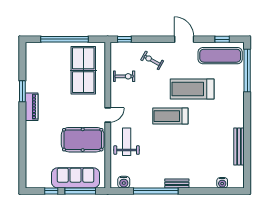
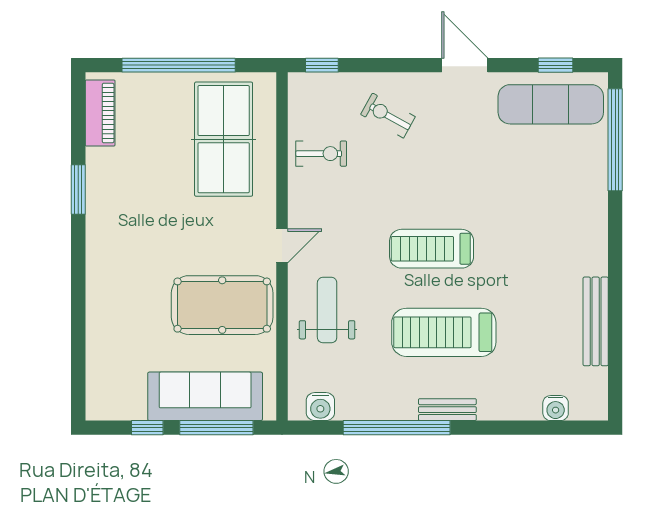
treadmill: (192, 89) -> (444, 332), moved
piano: (32, 107) -> (100, 113), moved

